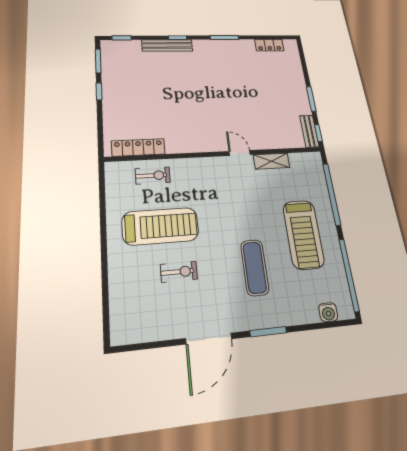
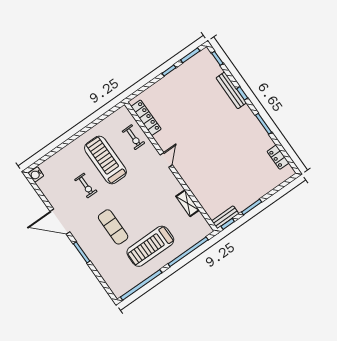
door: (240, 153) -> (166, 160), moved
treadmill: (160, 226) -> (105, 160), turned 180
exercise mat: (255, 268) -> (113, 227), turned 90
water cooler: (328, 312) -> (36, 174), moved

